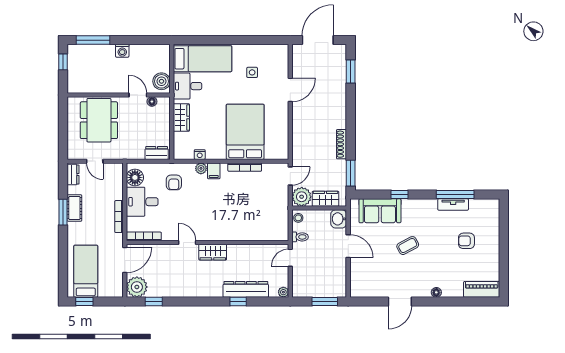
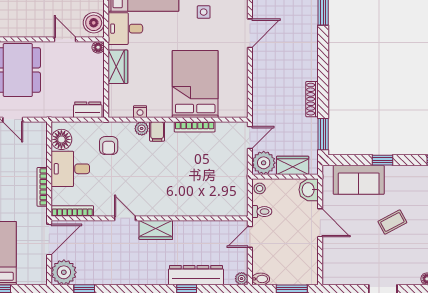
floor lamp: (152, 102) -> (98, 47), moved
bidet: (299, 292) -> (261, 279), added

